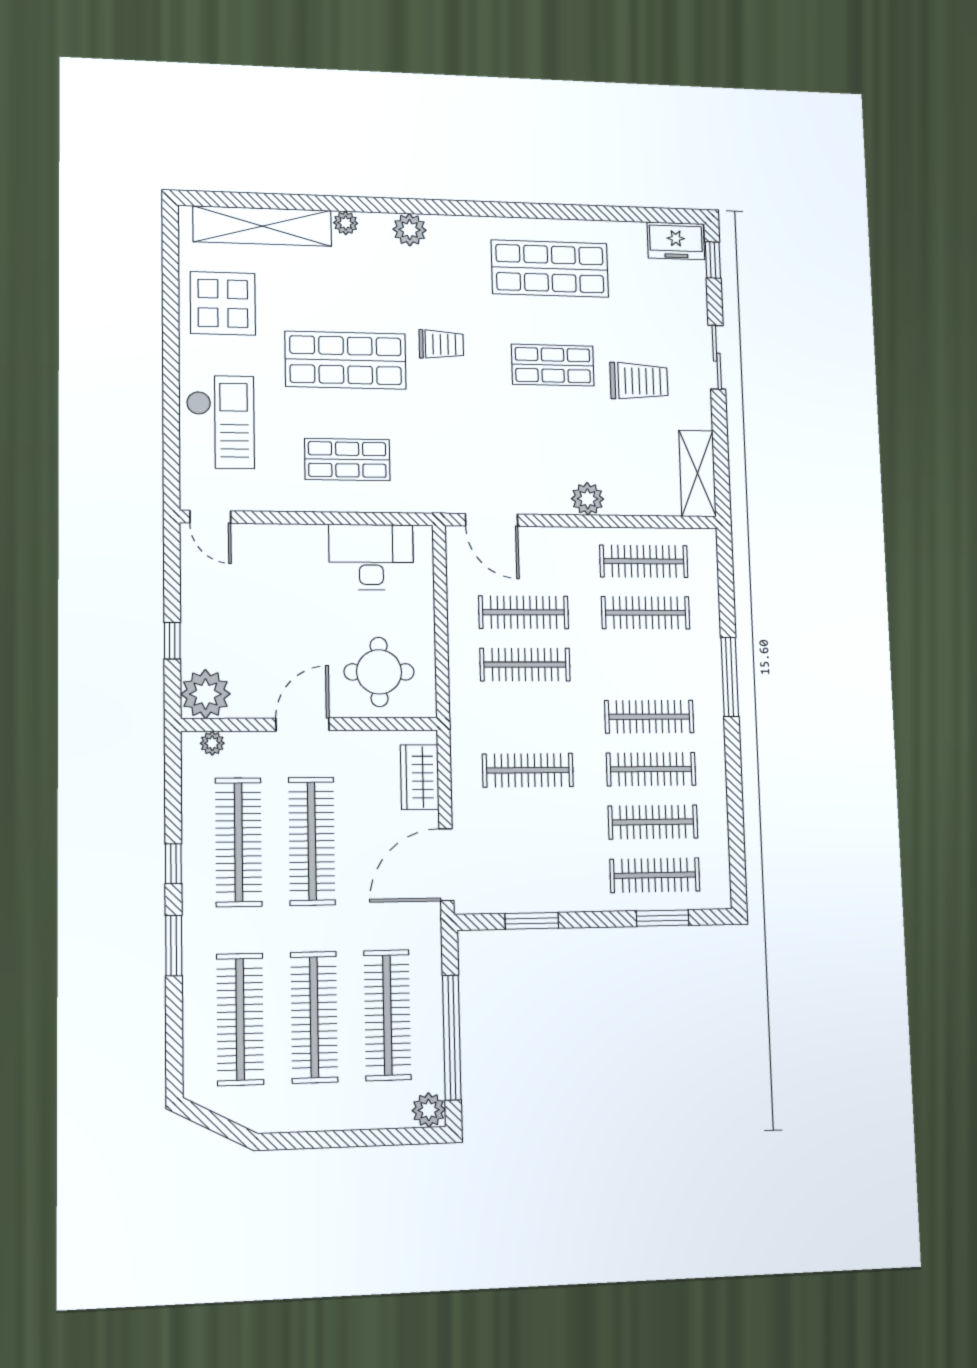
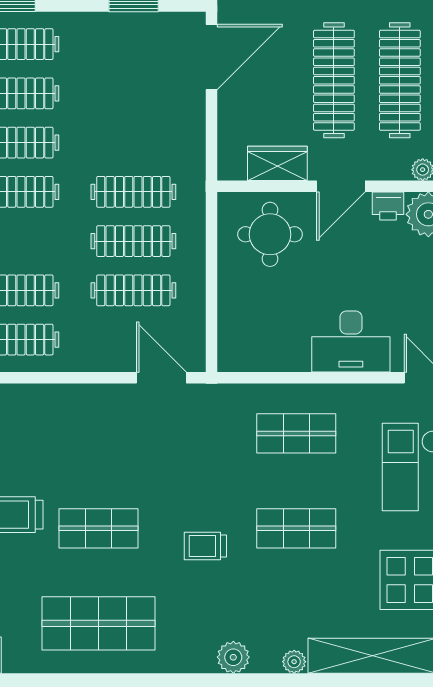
shop shelf: (346, 360) -> (296, 528), width x0.70, depth x0.74
plant: (588, 499) -> (69, 399), removed
desk: (371, 557) -> (351, 341), moved
printer: (250, 703) -> (388, 206), added
clothes rail: (528, 770) -> (133, 192), moved
wardrobe: (420, 777) -> (277, 163), moved, turned -90

